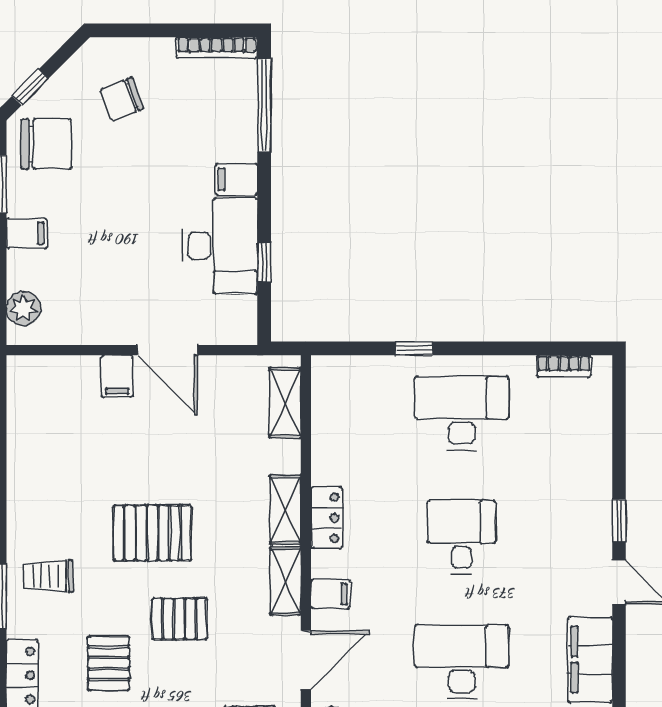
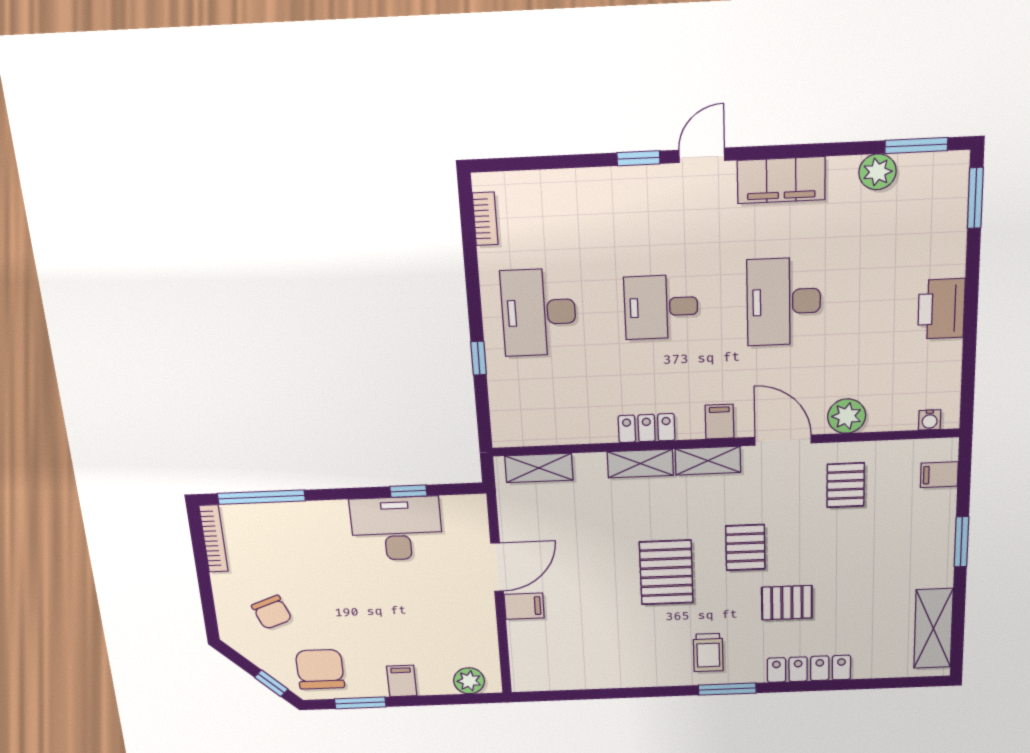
filing cabinet: (236, 179) -> (333, 517), removed

